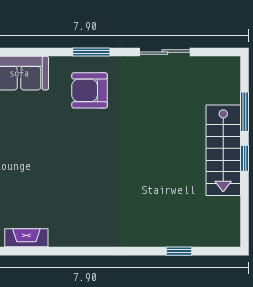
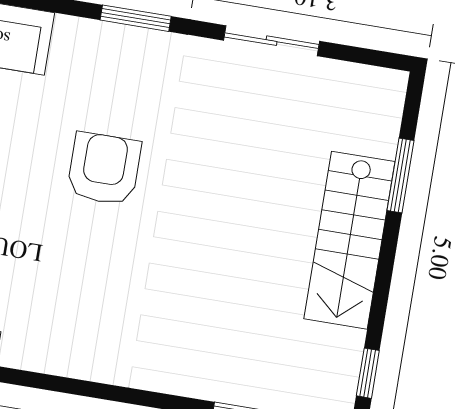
armchair: (90, 90) -> (104, 169), moved, turned 90
window: (244, 158) -> (368, 373), moved

